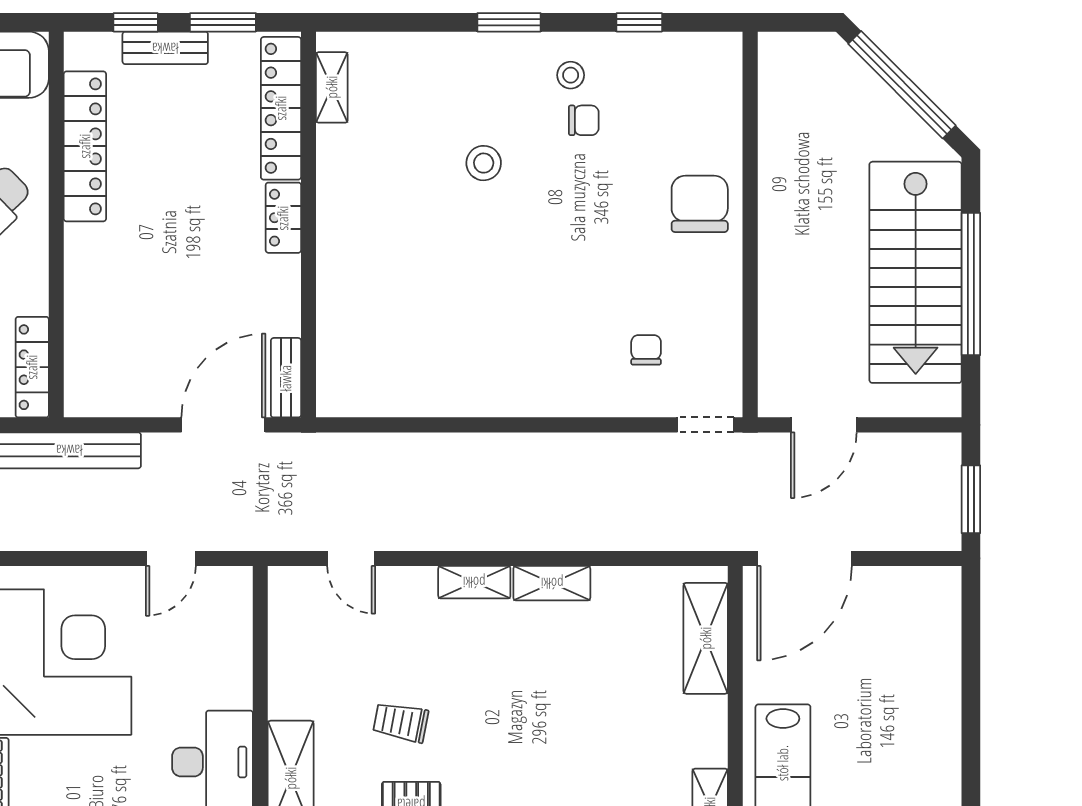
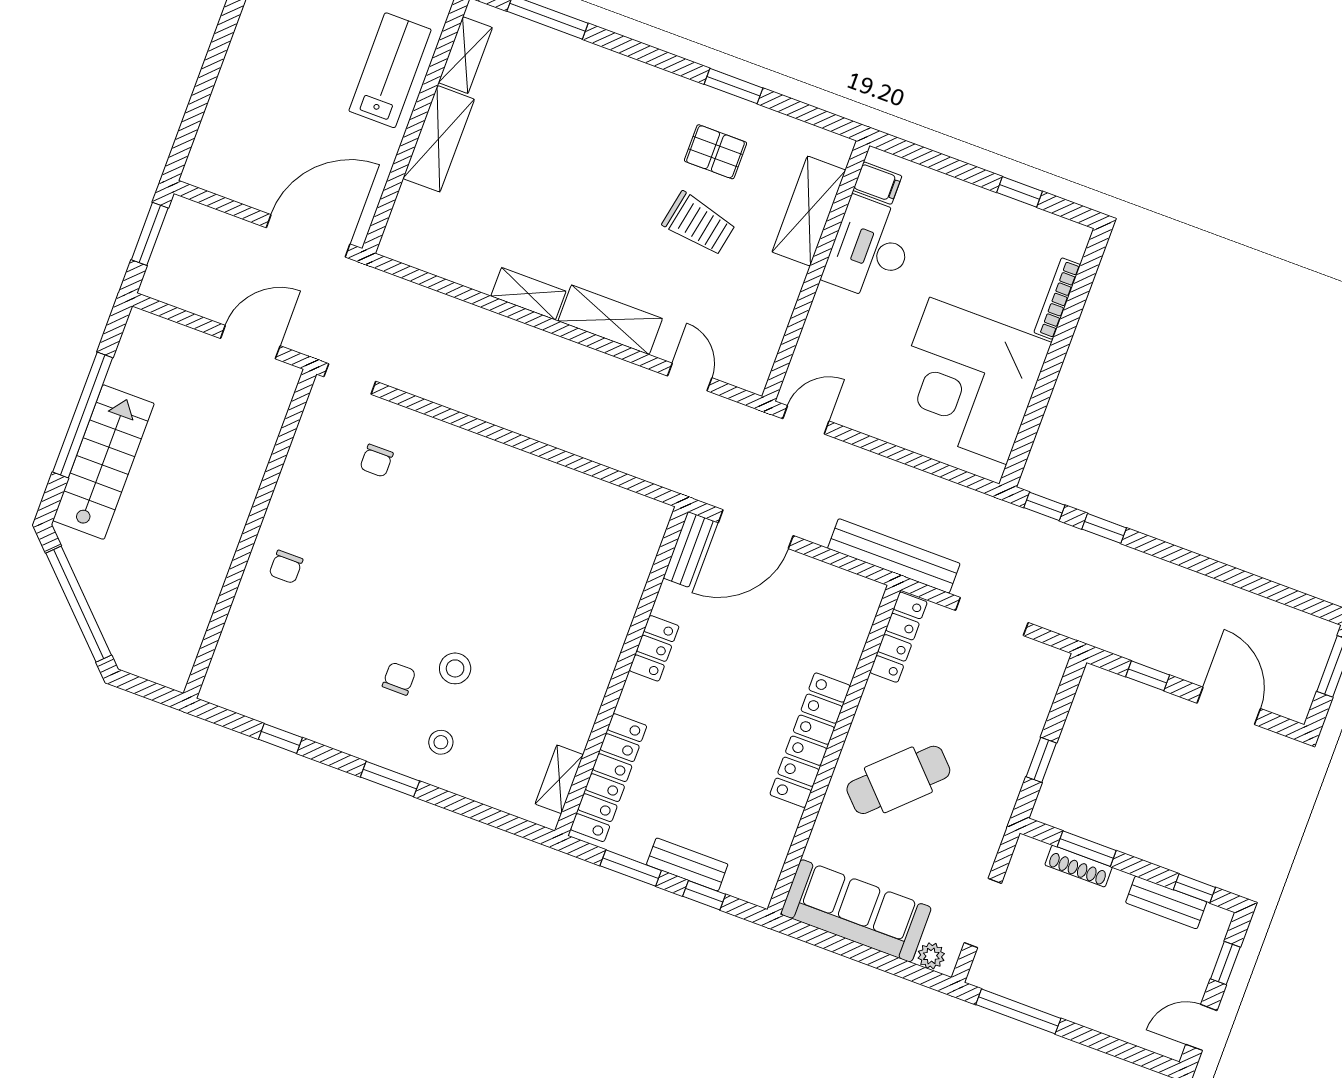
stool: (571, 75) -> (441, 742), moved
chair: (584, 120) -> (399, 679), moved, turned 90
locker: (85, 146) -> (810, 740), moved
chair: (700, 204) -> (286, 567), width x0.54, depth x0.54
locker: (283, 218) -> (654, 648), moved
stairs: (916, 272) -> (103, 462), width x0.73, depth x0.66
door: (171, 558) -> (806, 420), moved
shelving: (474, 582) -> (610, 320), width x1.50, depth x1.33
shelving: (706, 638) -> (439, 139), moved
trolley: (401, 722) -> (699, 224), width x1.36, depth x1.39

